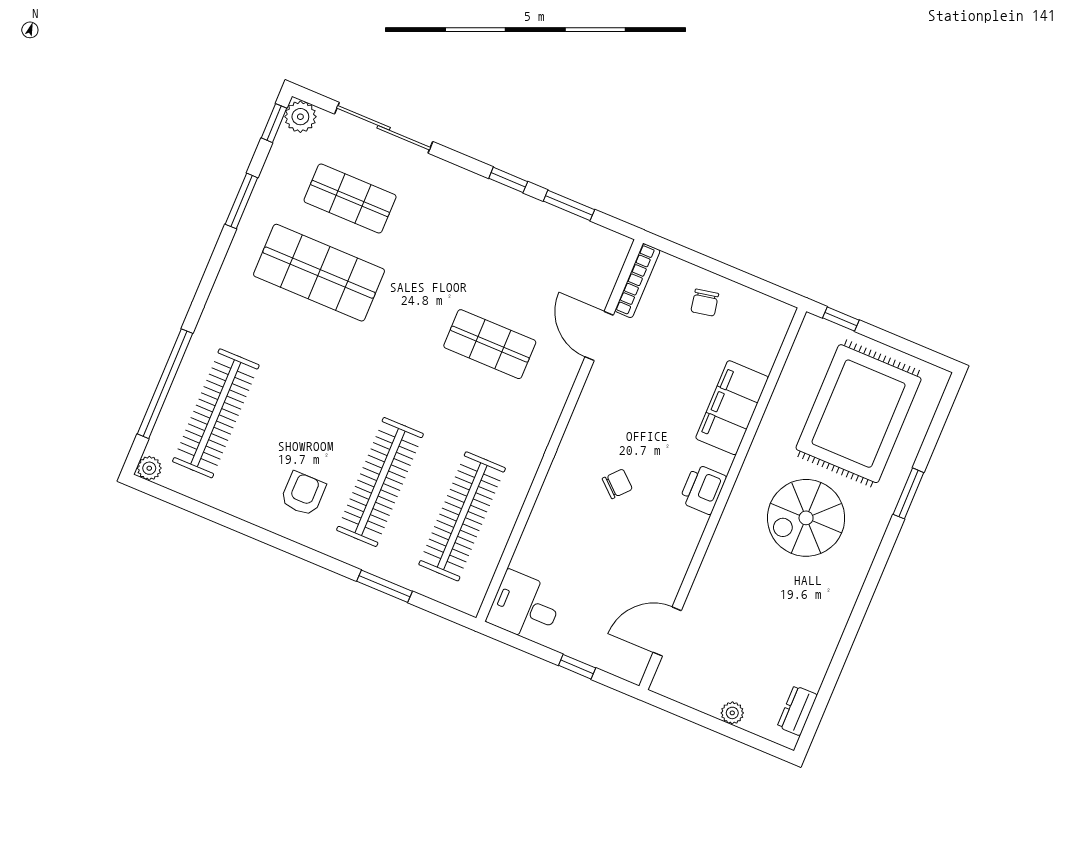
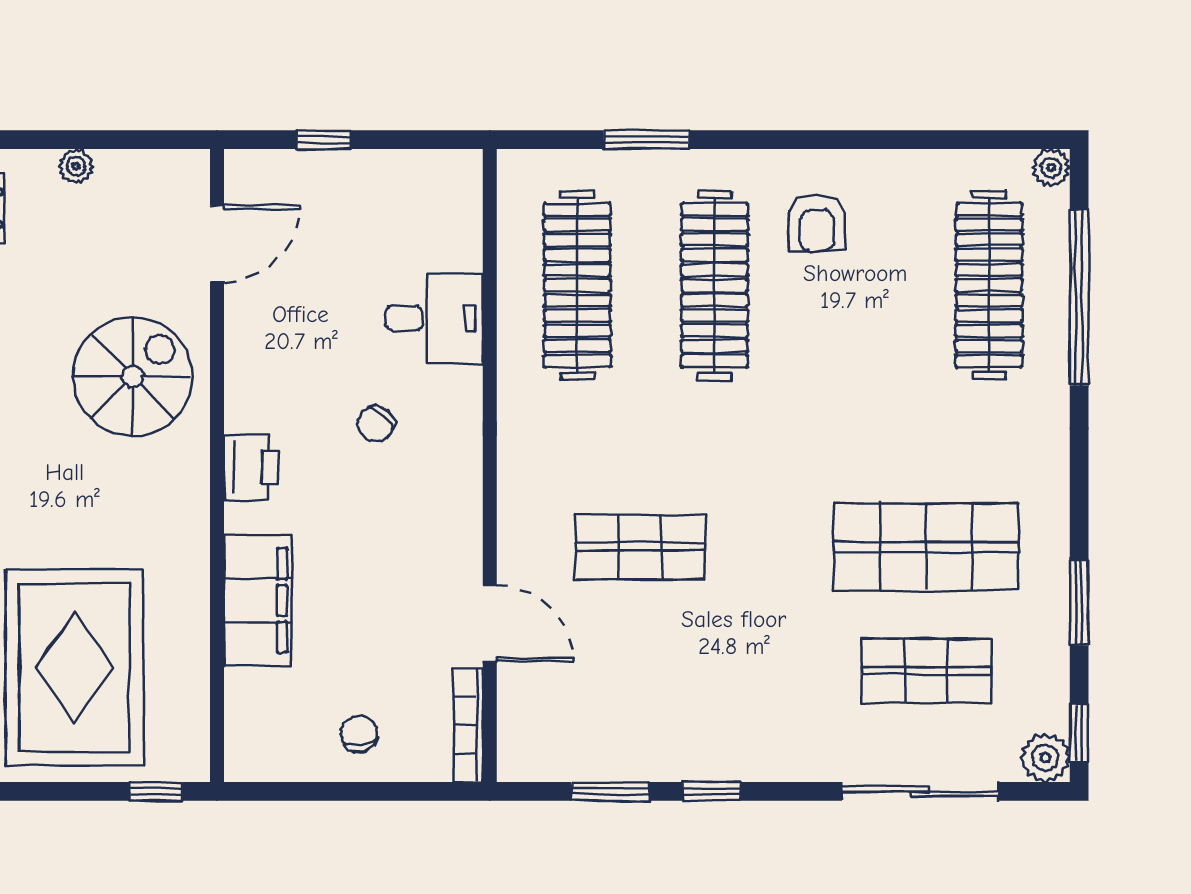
spiral stairs: (806, 518) -> (133, 376), moved
desk: (525, 607) -> (434, 318), moved

